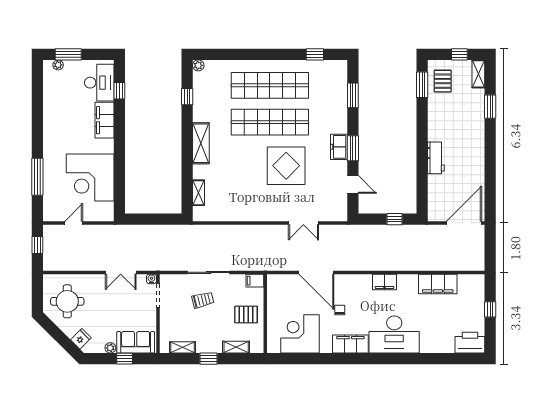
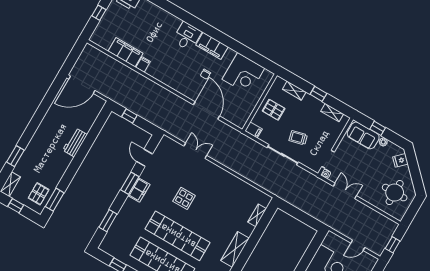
display table: (286, 166) -> (184, 198), width x0.54, depth x0.54
filing cabinet: (384, 282) -> (143, 65), moved, width x0.50
desk: (394, 334) -> (187, 36), width x0.53, depth x0.77

